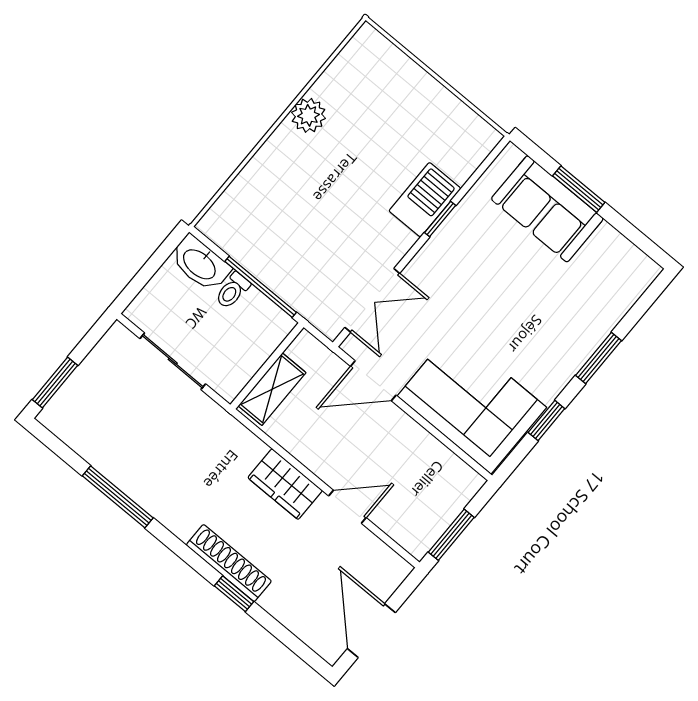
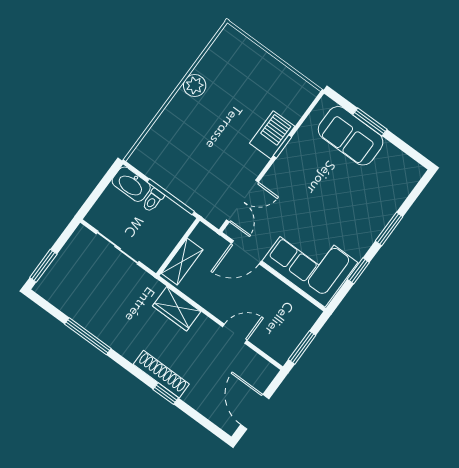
wardrobe: (285, 484) -> (177, 309), moved

